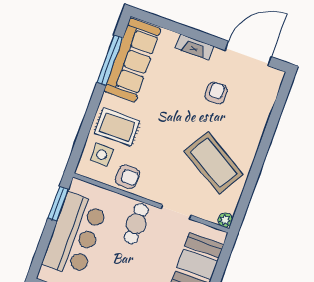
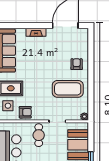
armchair: (216, 93) -> (77, 64), moved
coffee table: (214, 163) -> (68, 89), turned -31

